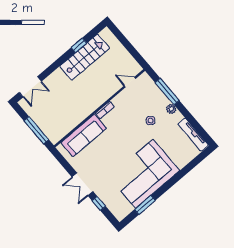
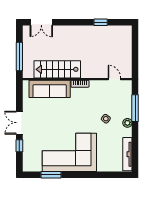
stairs: (85, 57) -> (57, 69), moved, turned 180

